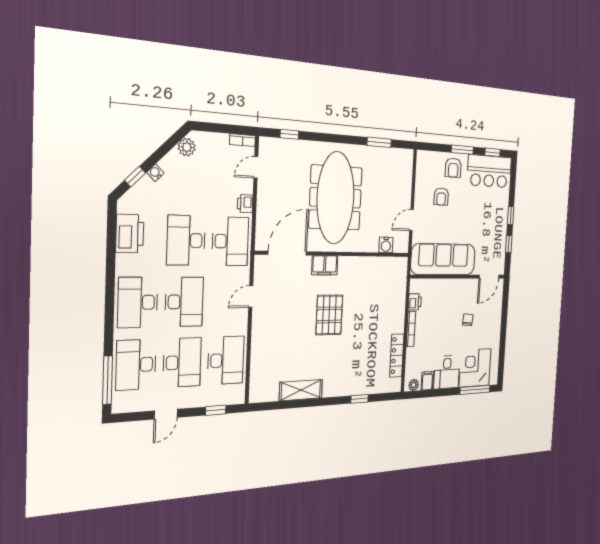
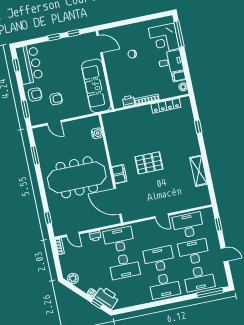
window: (462, 150) -> (25, 109), moved
door: (412, 220) -> (54, 123), moved
printer: (130, 234) -> (107, 298), moved, turned 45
door: (251, 297) -> (162, 216), moved

